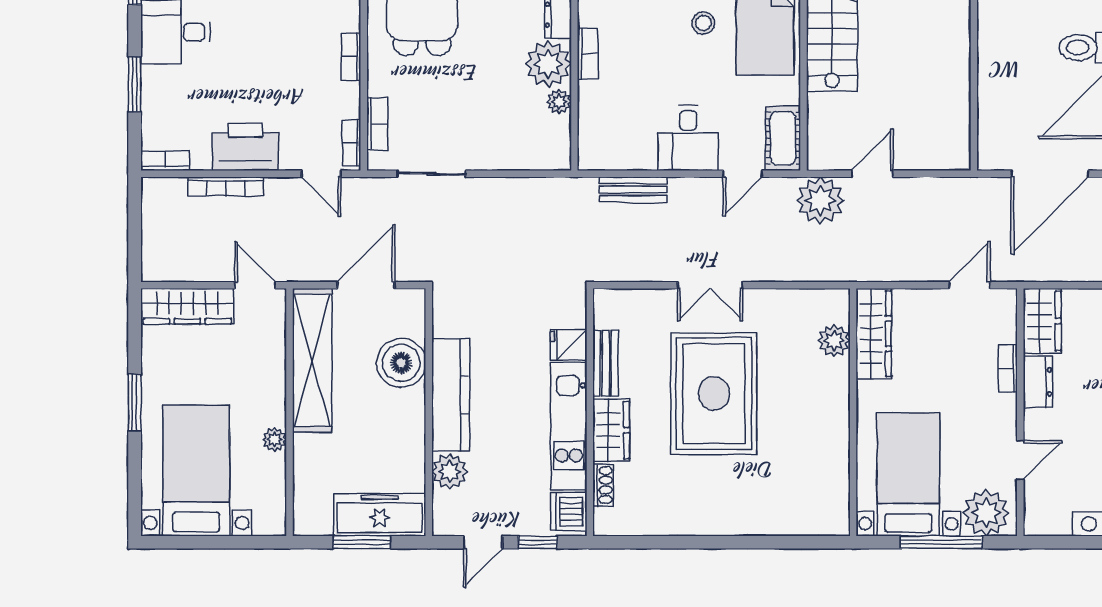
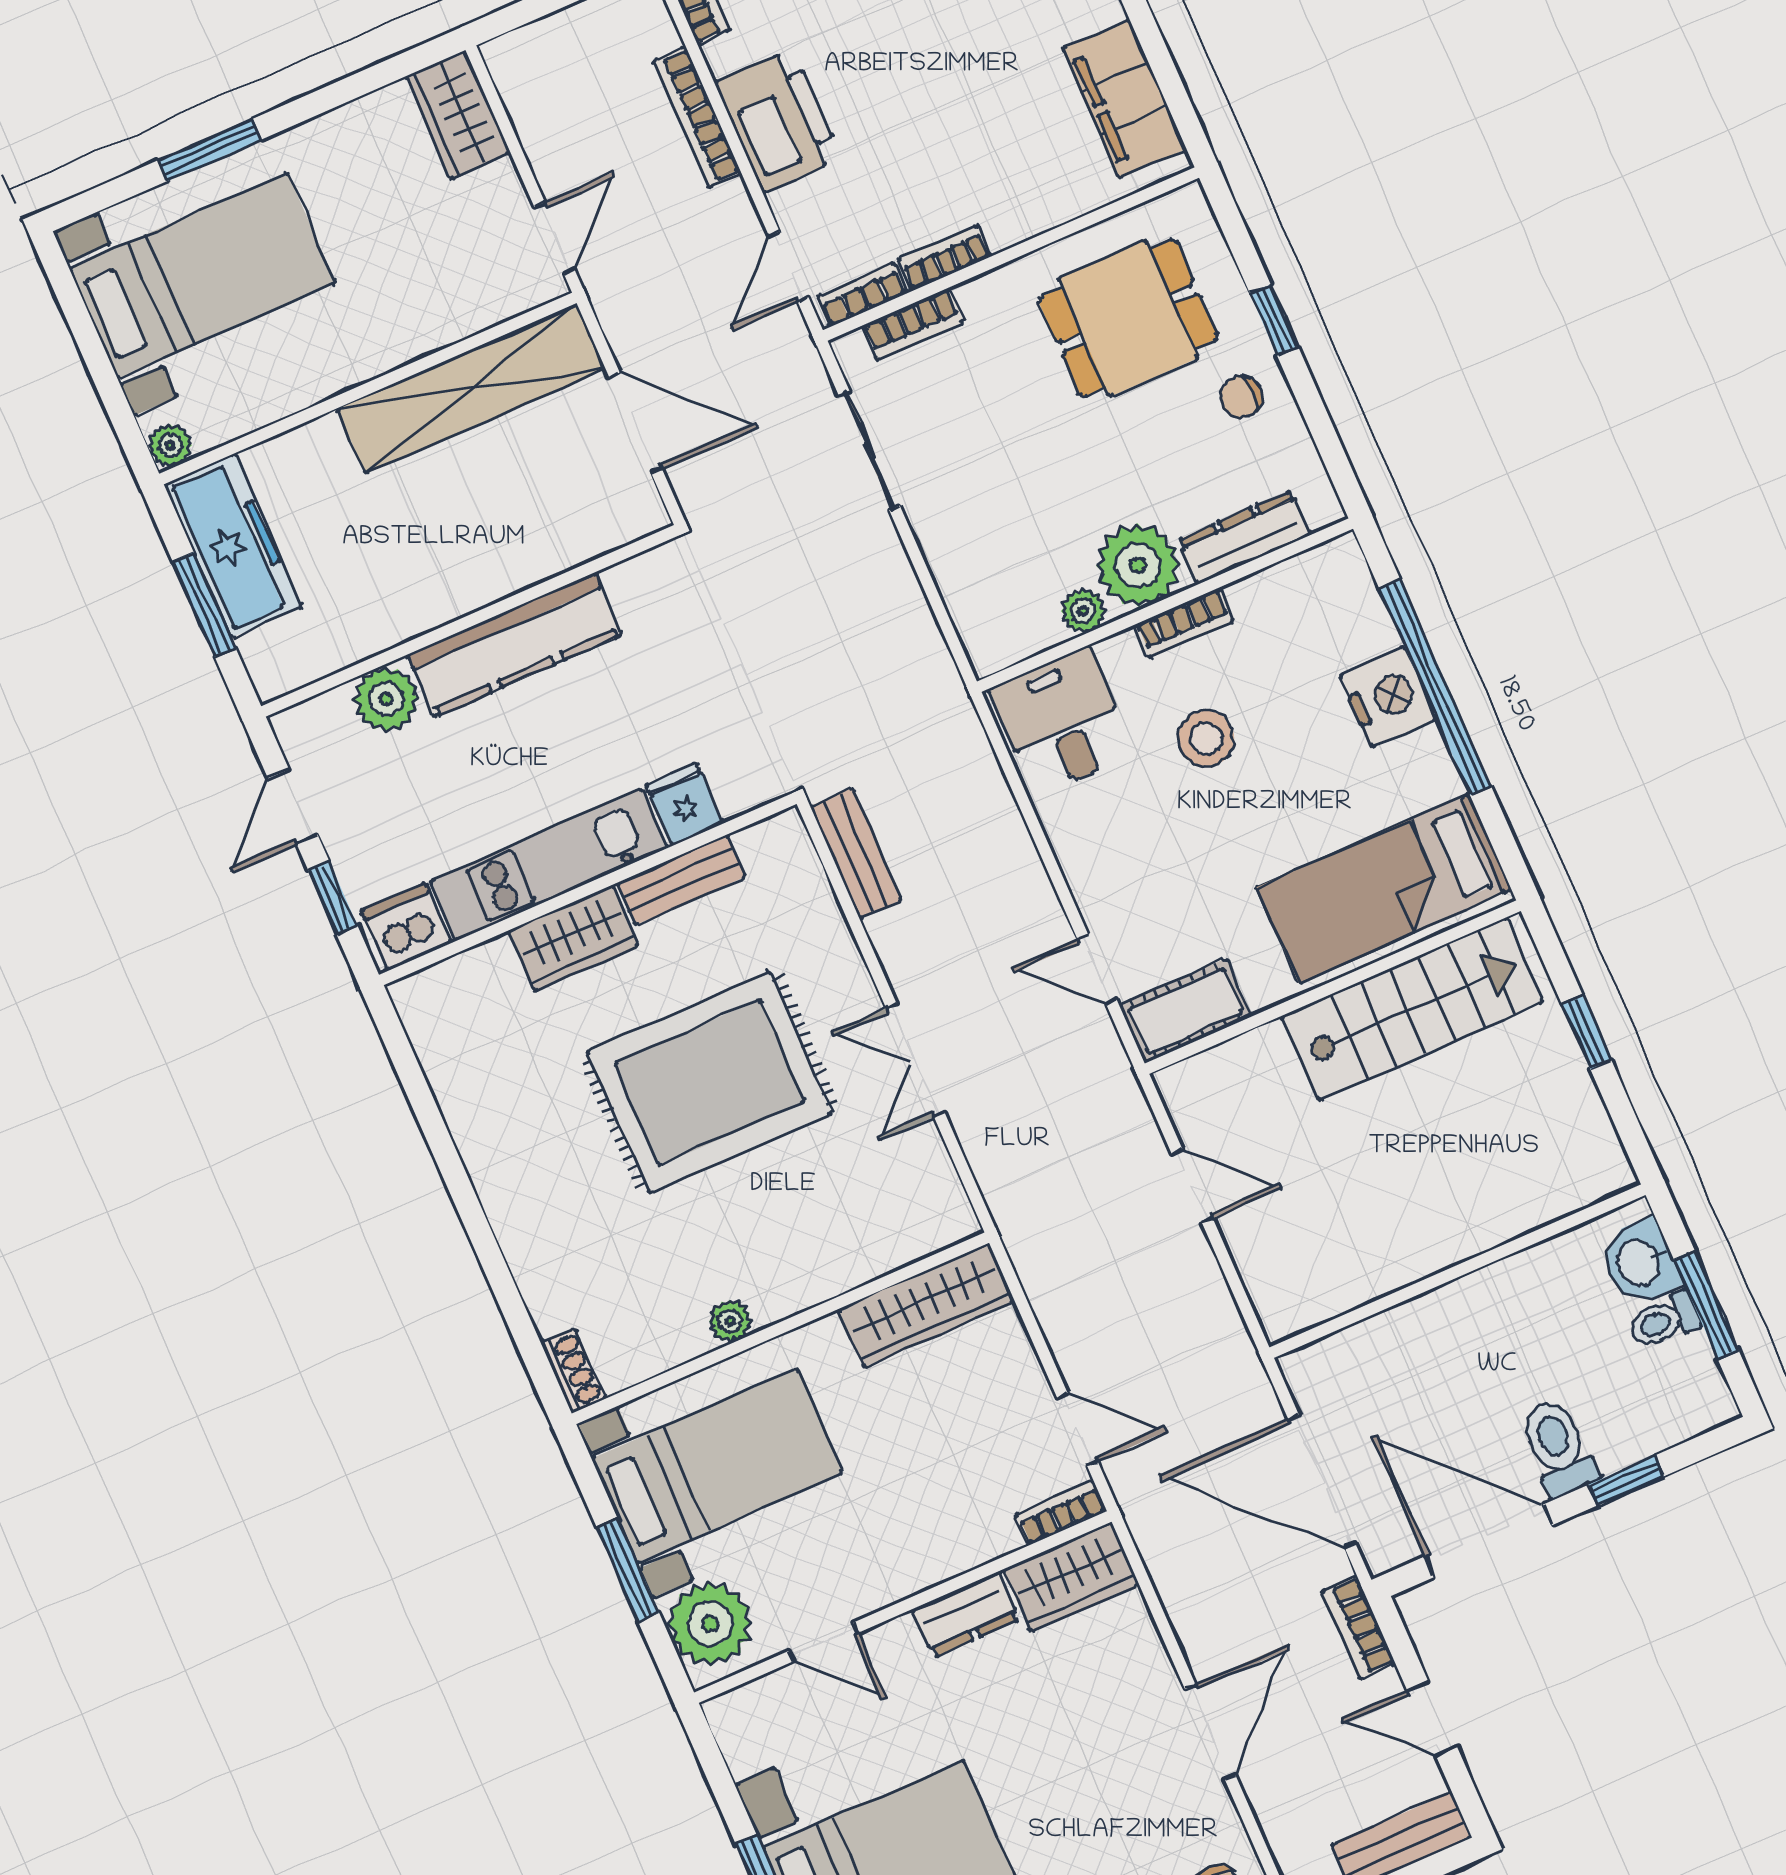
stool: (703, 23) -> (1206, 739), moved, width x1.37, depth x1.37
bookcase: (351, 57) -> (945, 258), moved
desk: (688, 138) -> (1062, 721), moved, turned 90
bench: (633, 190) -> (856, 853), moved
plant: (820, 200) -> (1109, 1118), removed
double door: (710, 285) -> (915, 1060), moved
wardrobe: (187, 306) -> (458, 115), width x0.67
plant: (834, 341) -> (730, 1321), moved, width x0.73, depth x0.73
boiler: (401, 363) -> (532, 539), removed
bookcase: (1008, 369) -> (1061, 1513), moved
window: (135, 403) -> (209, 150), moved
plant: (275, 439) -> (170, 446), moved
shoe rack: (603, 485) -> (573, 1371), moved, turned -90
freezer: (380, 515) -> (233, 545), moved
door: (483, 542) -> (293, 806), hinge flipped
window: (941, 542) -> (628, 1570), width x0.69

